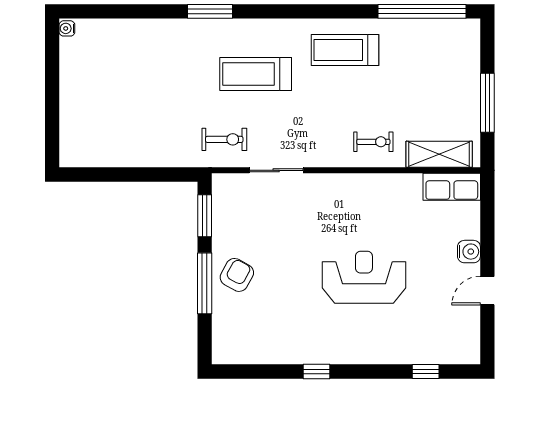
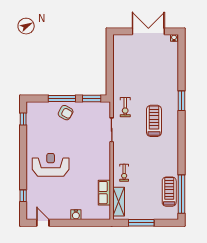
treadmill: (345, 50) -> (169, 192), moved
double door: (52, 87) -> (148, 31), added
row of seats: (452, 187) -> (104, 193), moved
reception desk: (364, 277) -> (51, 165), moved, turned -90
door: (487, 291) -> (43, 223), moved
window: (317, 371) -> (23, 119), moved

